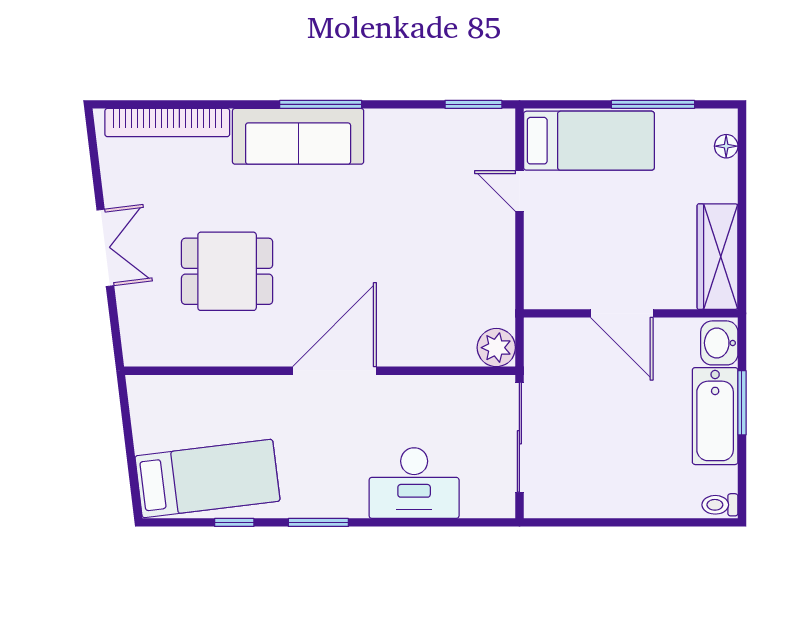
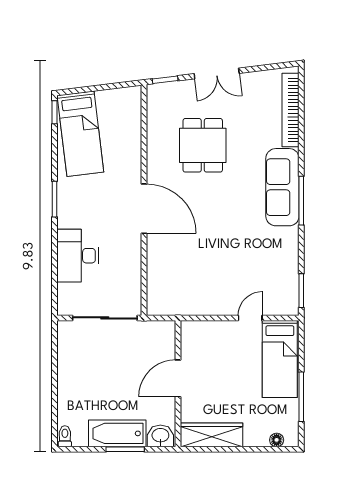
window: (116, 335) -> (165, 80), added
plant: (496, 348) -> (158, 304), removed
window: (234, 522) -> (54, 112), moved

